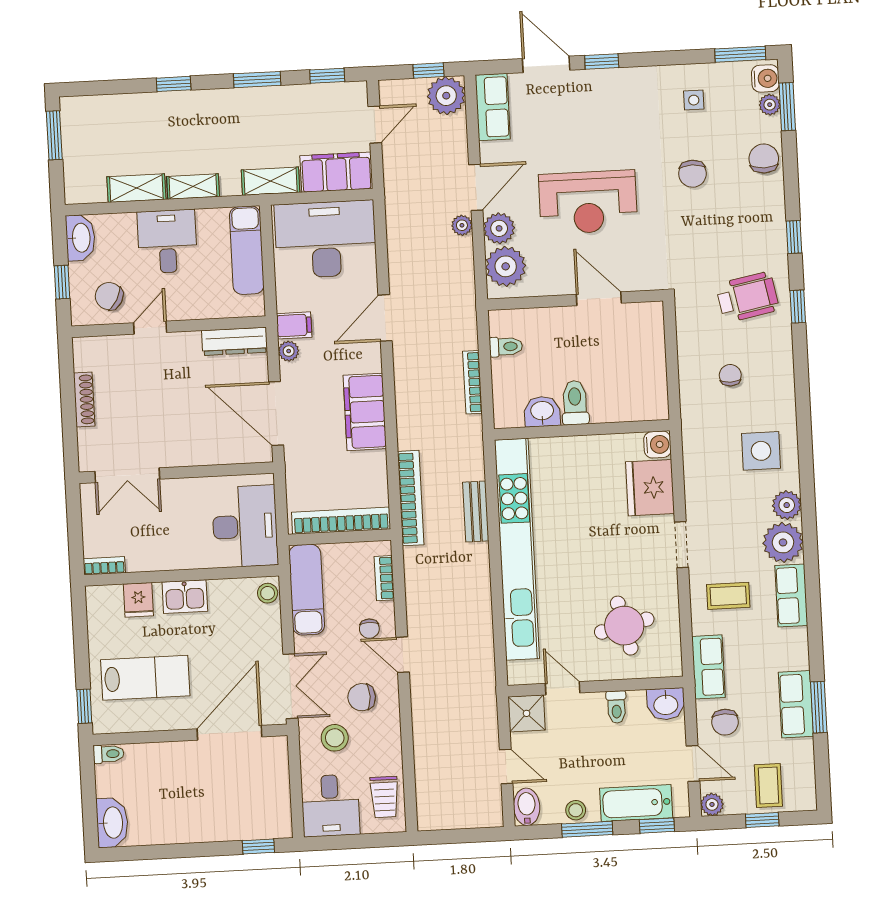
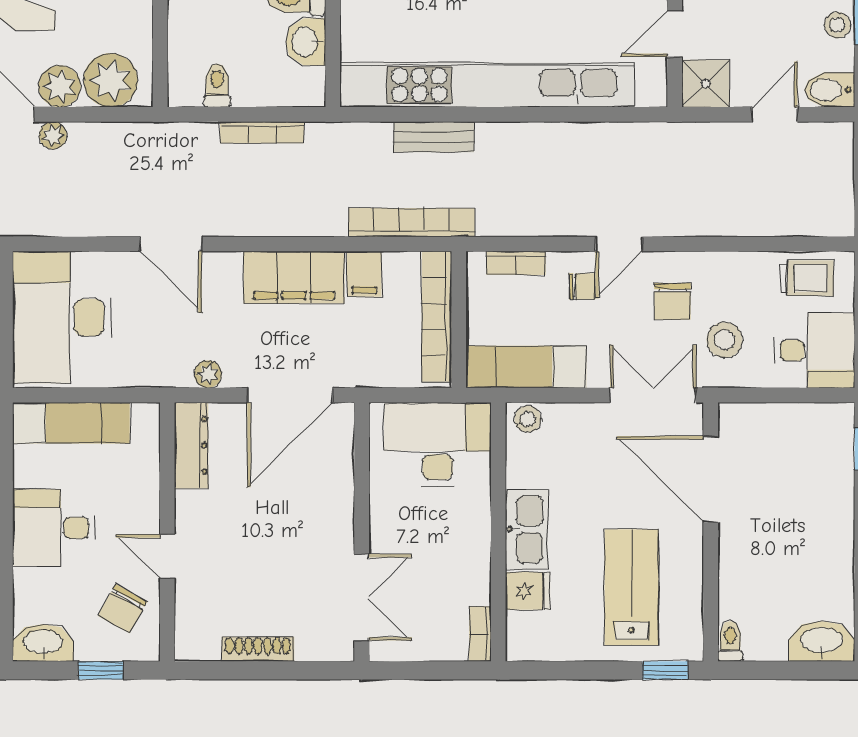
filing cabinet: (294, 325) -> (364, 274), moved, turned 180
kitchen sink: (185, 597) -> (527, 529), width x1.38

